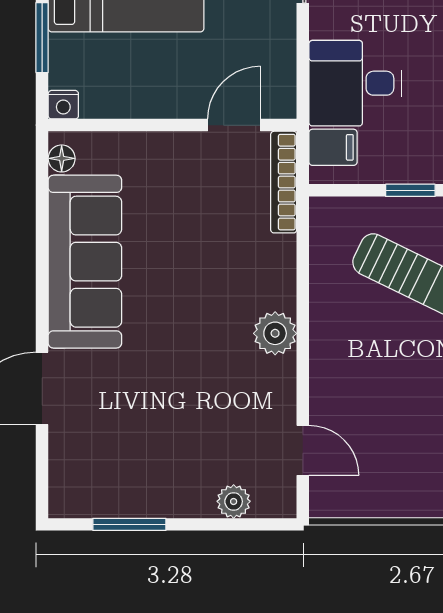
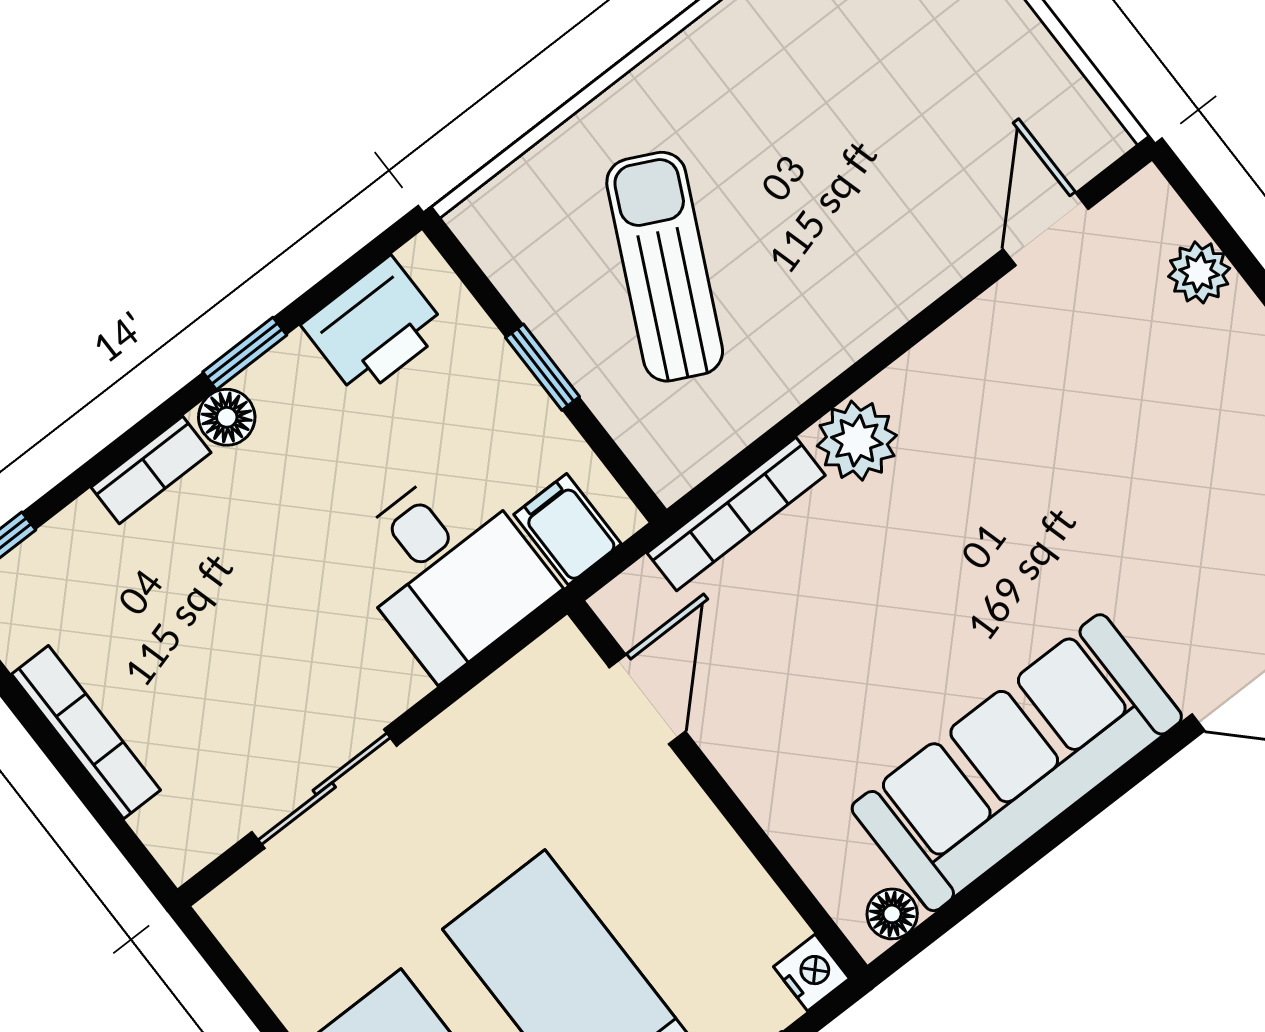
door: (234, 125) -> (647, 699), swing flipped
bookcase: (284, 182) -> (736, 514), moved
plant: (275, 333) -> (857, 441), moved

